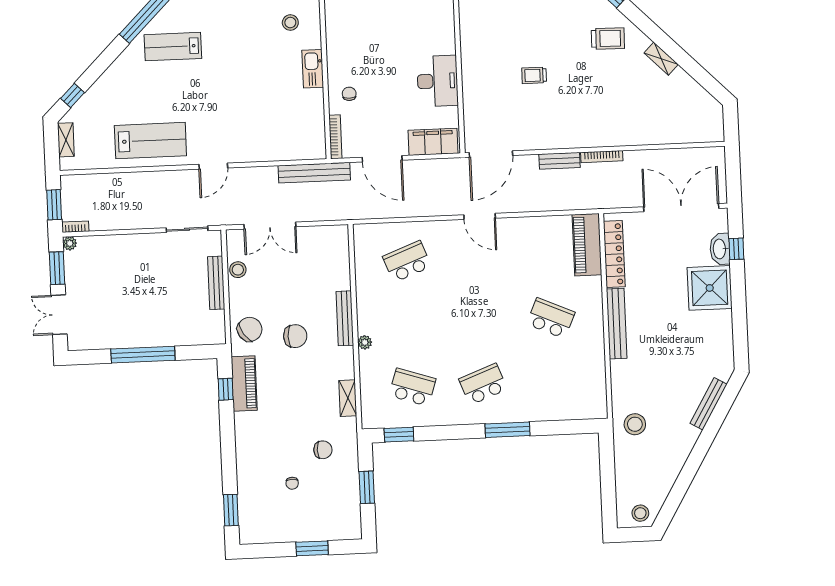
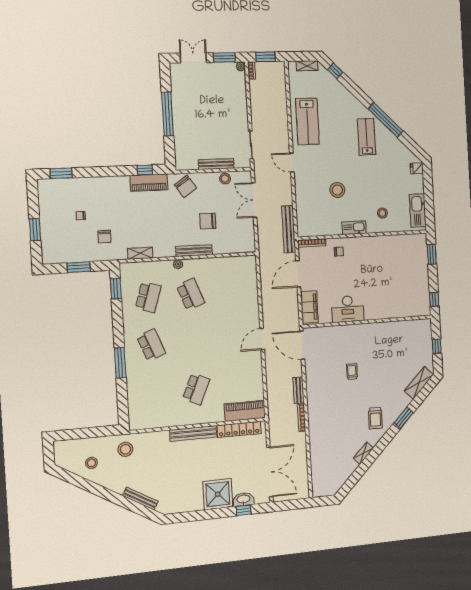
stool: (255, 95) -> (337, 190), added
school desk: (407, 261) -> (191, 294), moved
chair: (295, 336) -> (208, 221), moved, turned 90
stool: (640, 513) -> (91, 463), moved

